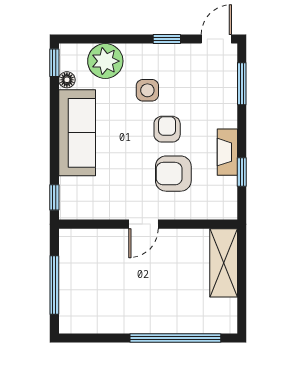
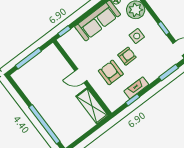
shelving: (224, 263) -> (92, 106), moved, turned 90

